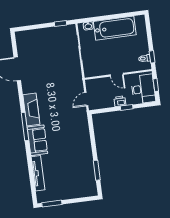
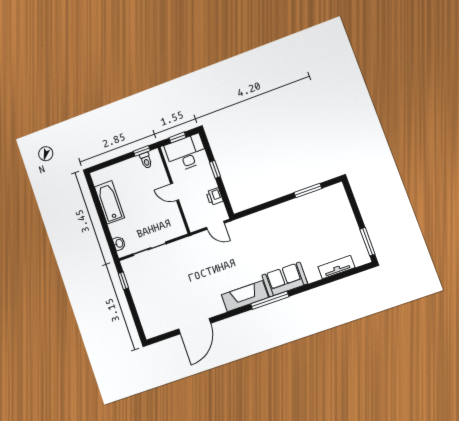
bathtub: (115, 28) -> (109, 202), width x0.73, depth x0.73
door: (117, 75) -> (175, 192), swing flipped
printer: (120, 101) -> (215, 196), moved
tv unit: (38, 173) -> (336, 267), width x0.71

